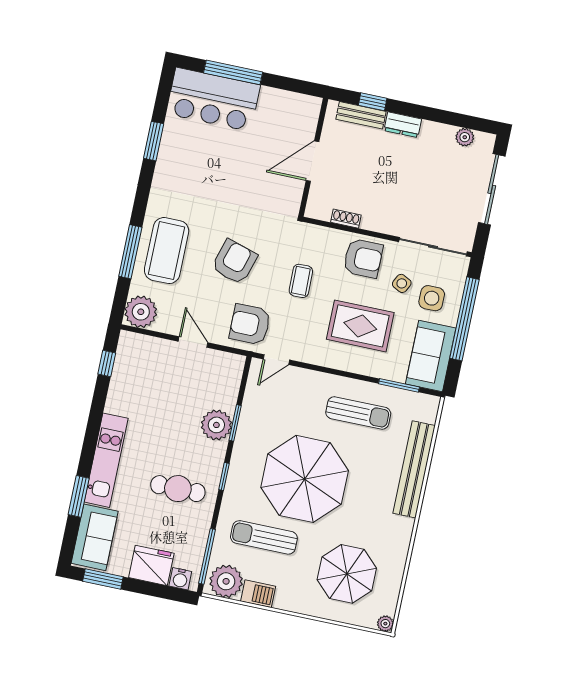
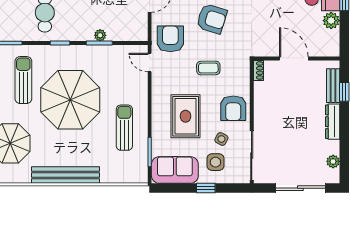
plant: (271, 99) -> (331, 21), added
dresser: (403, 125) -> (333, 122), width x1.44
shoe rack: (346, 219) -> (258, 70), moved
window: (464, 319) -> (206, 188), width x0.32
sun lounger: (358, 413) -> (124, 128), turned 180
plant: (216, 425) -> (100, 35), width x0.53, depth x0.53
bench: (414, 469) -> (65, 175), moved

